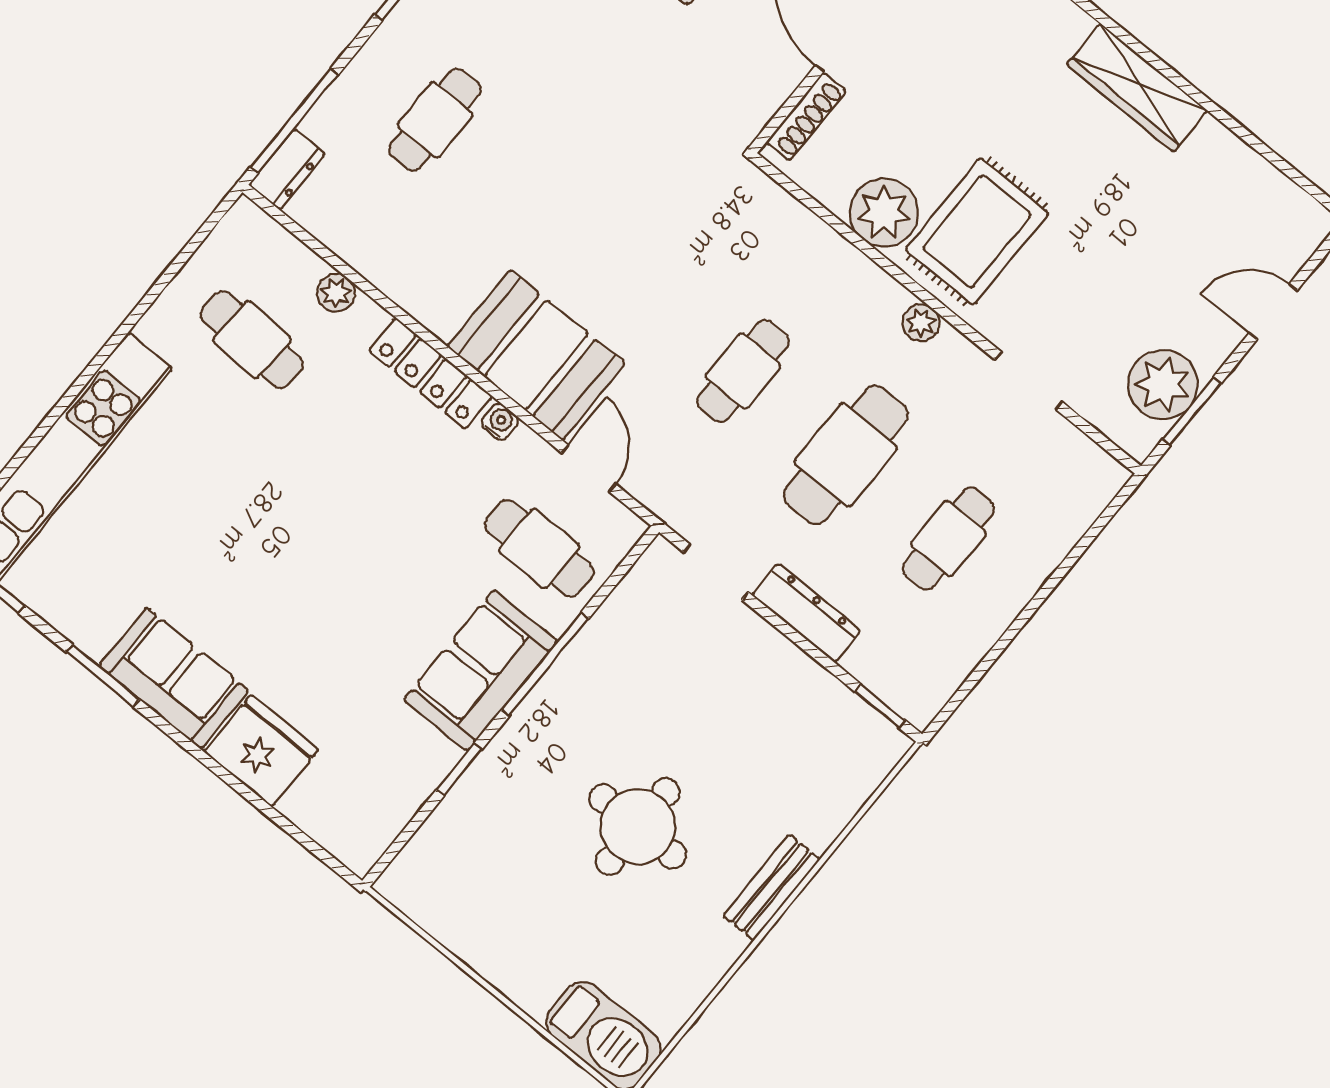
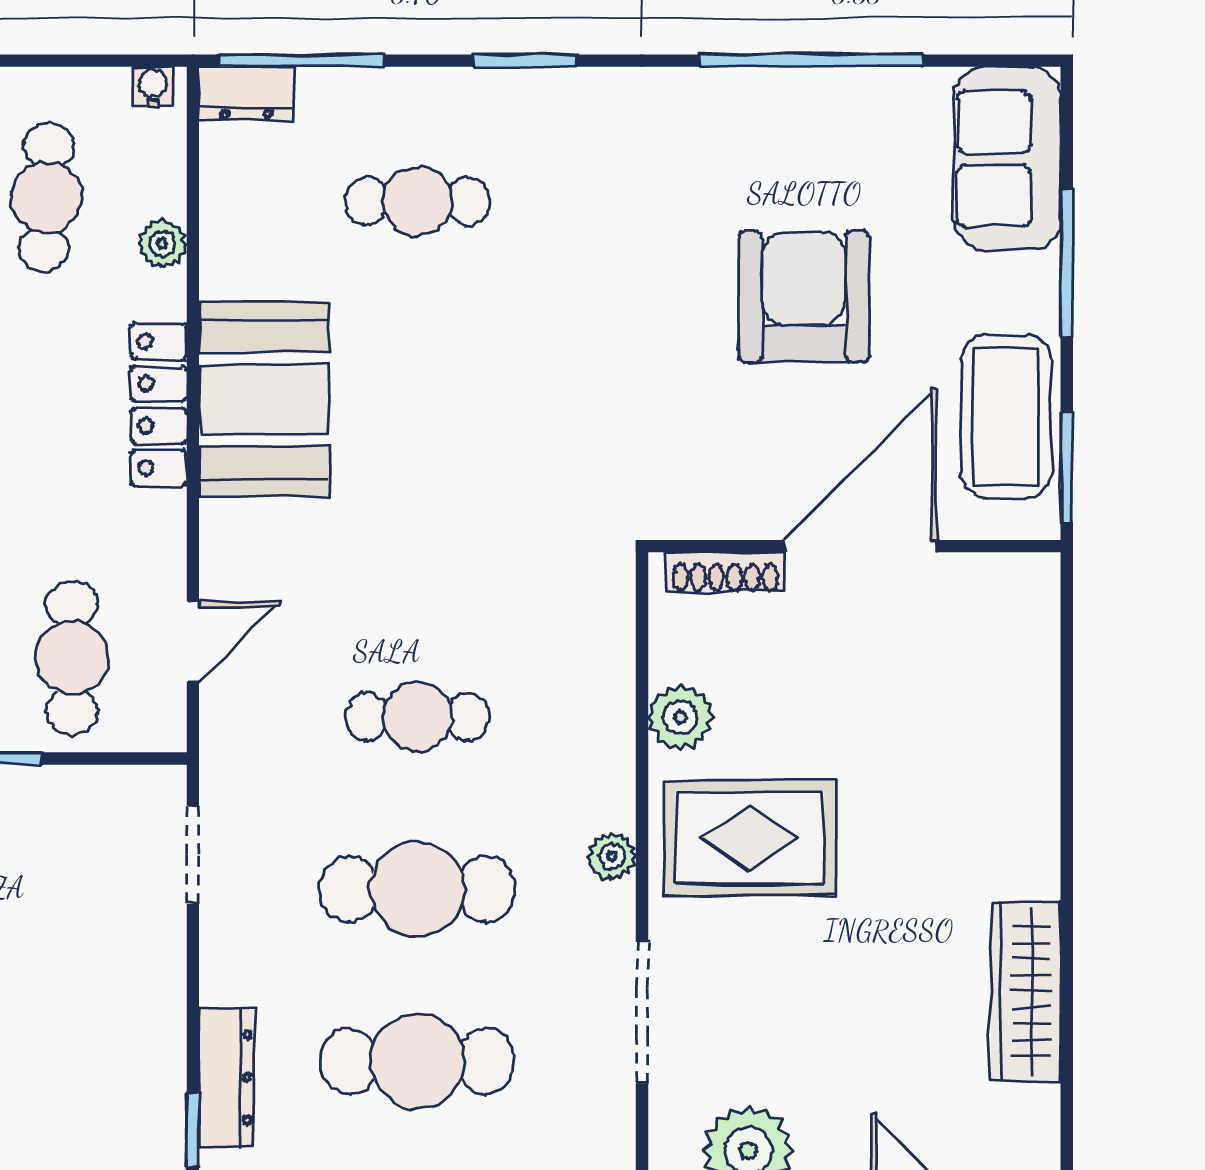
wardrobe: (1137, 87) -> (1026, 991), moved
plant: (884, 213) -> (680, 717), width x0.73, depth x0.73
booth: (536, 355) -> (264, 400), moved
doorway: (1029, 381) -> (642, 1013), width x1.38
water cooler: (500, 422) -> (153, 87), moved, turned -90
cafe table: (948, 539) -> (417, 1061), width x1.37, depth x1.35
dresser: (806, 613) -> (226, 1077), moved

